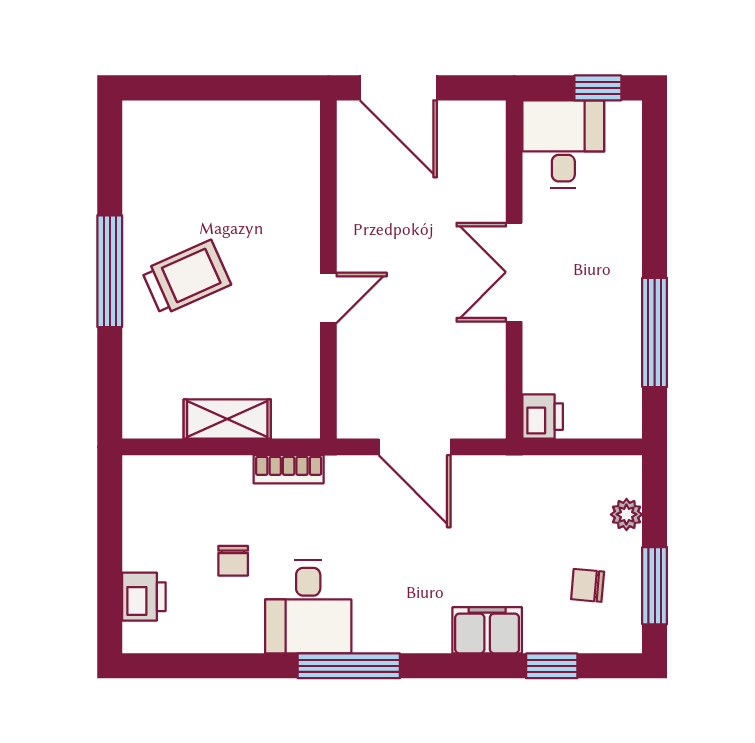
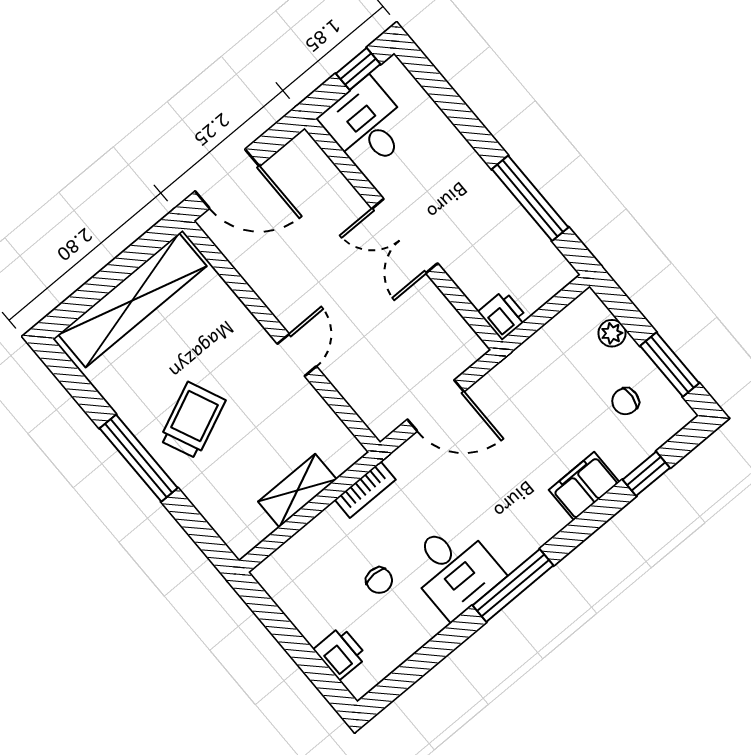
shelving: (223, 125) -> (132, 300), added

